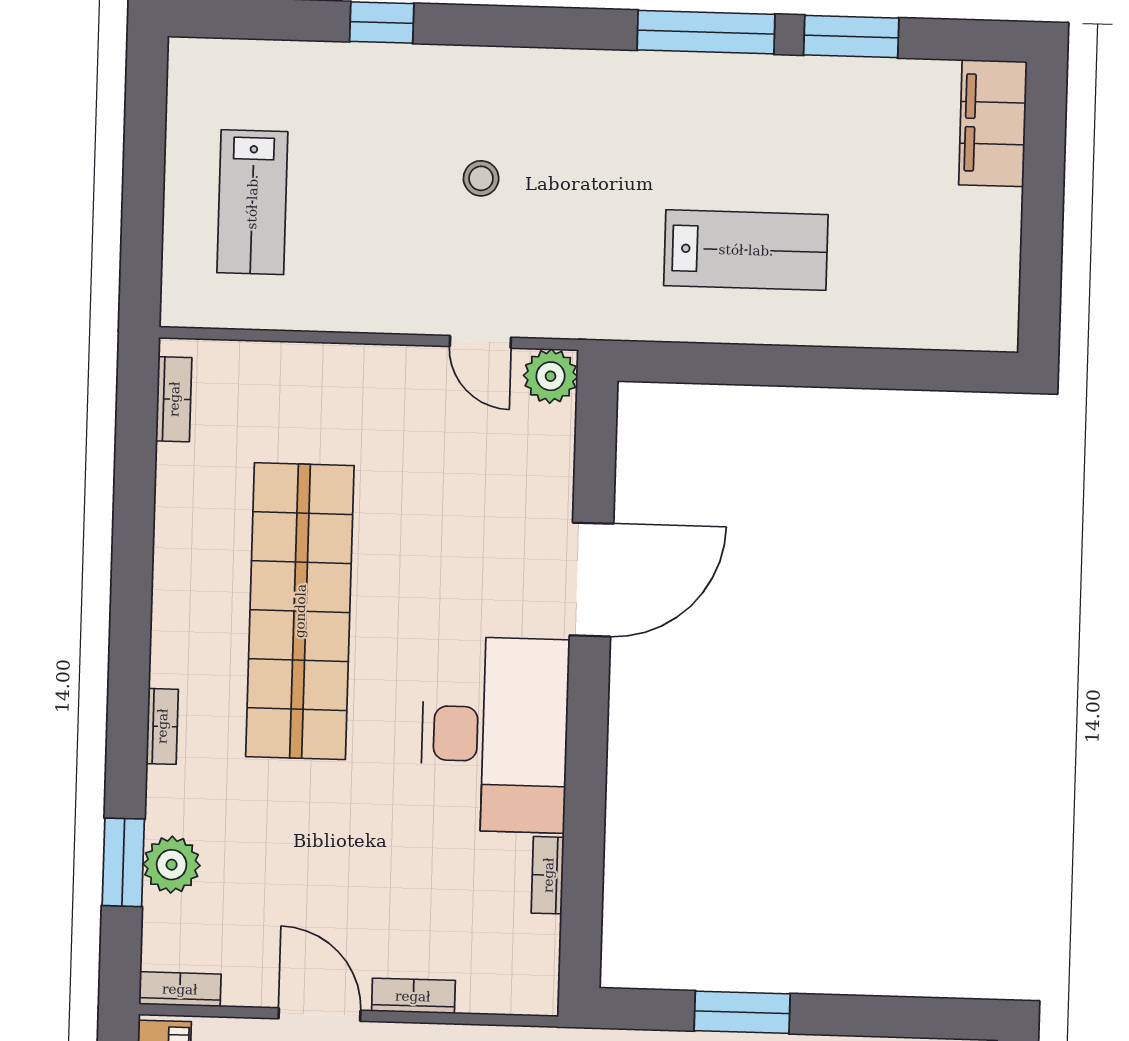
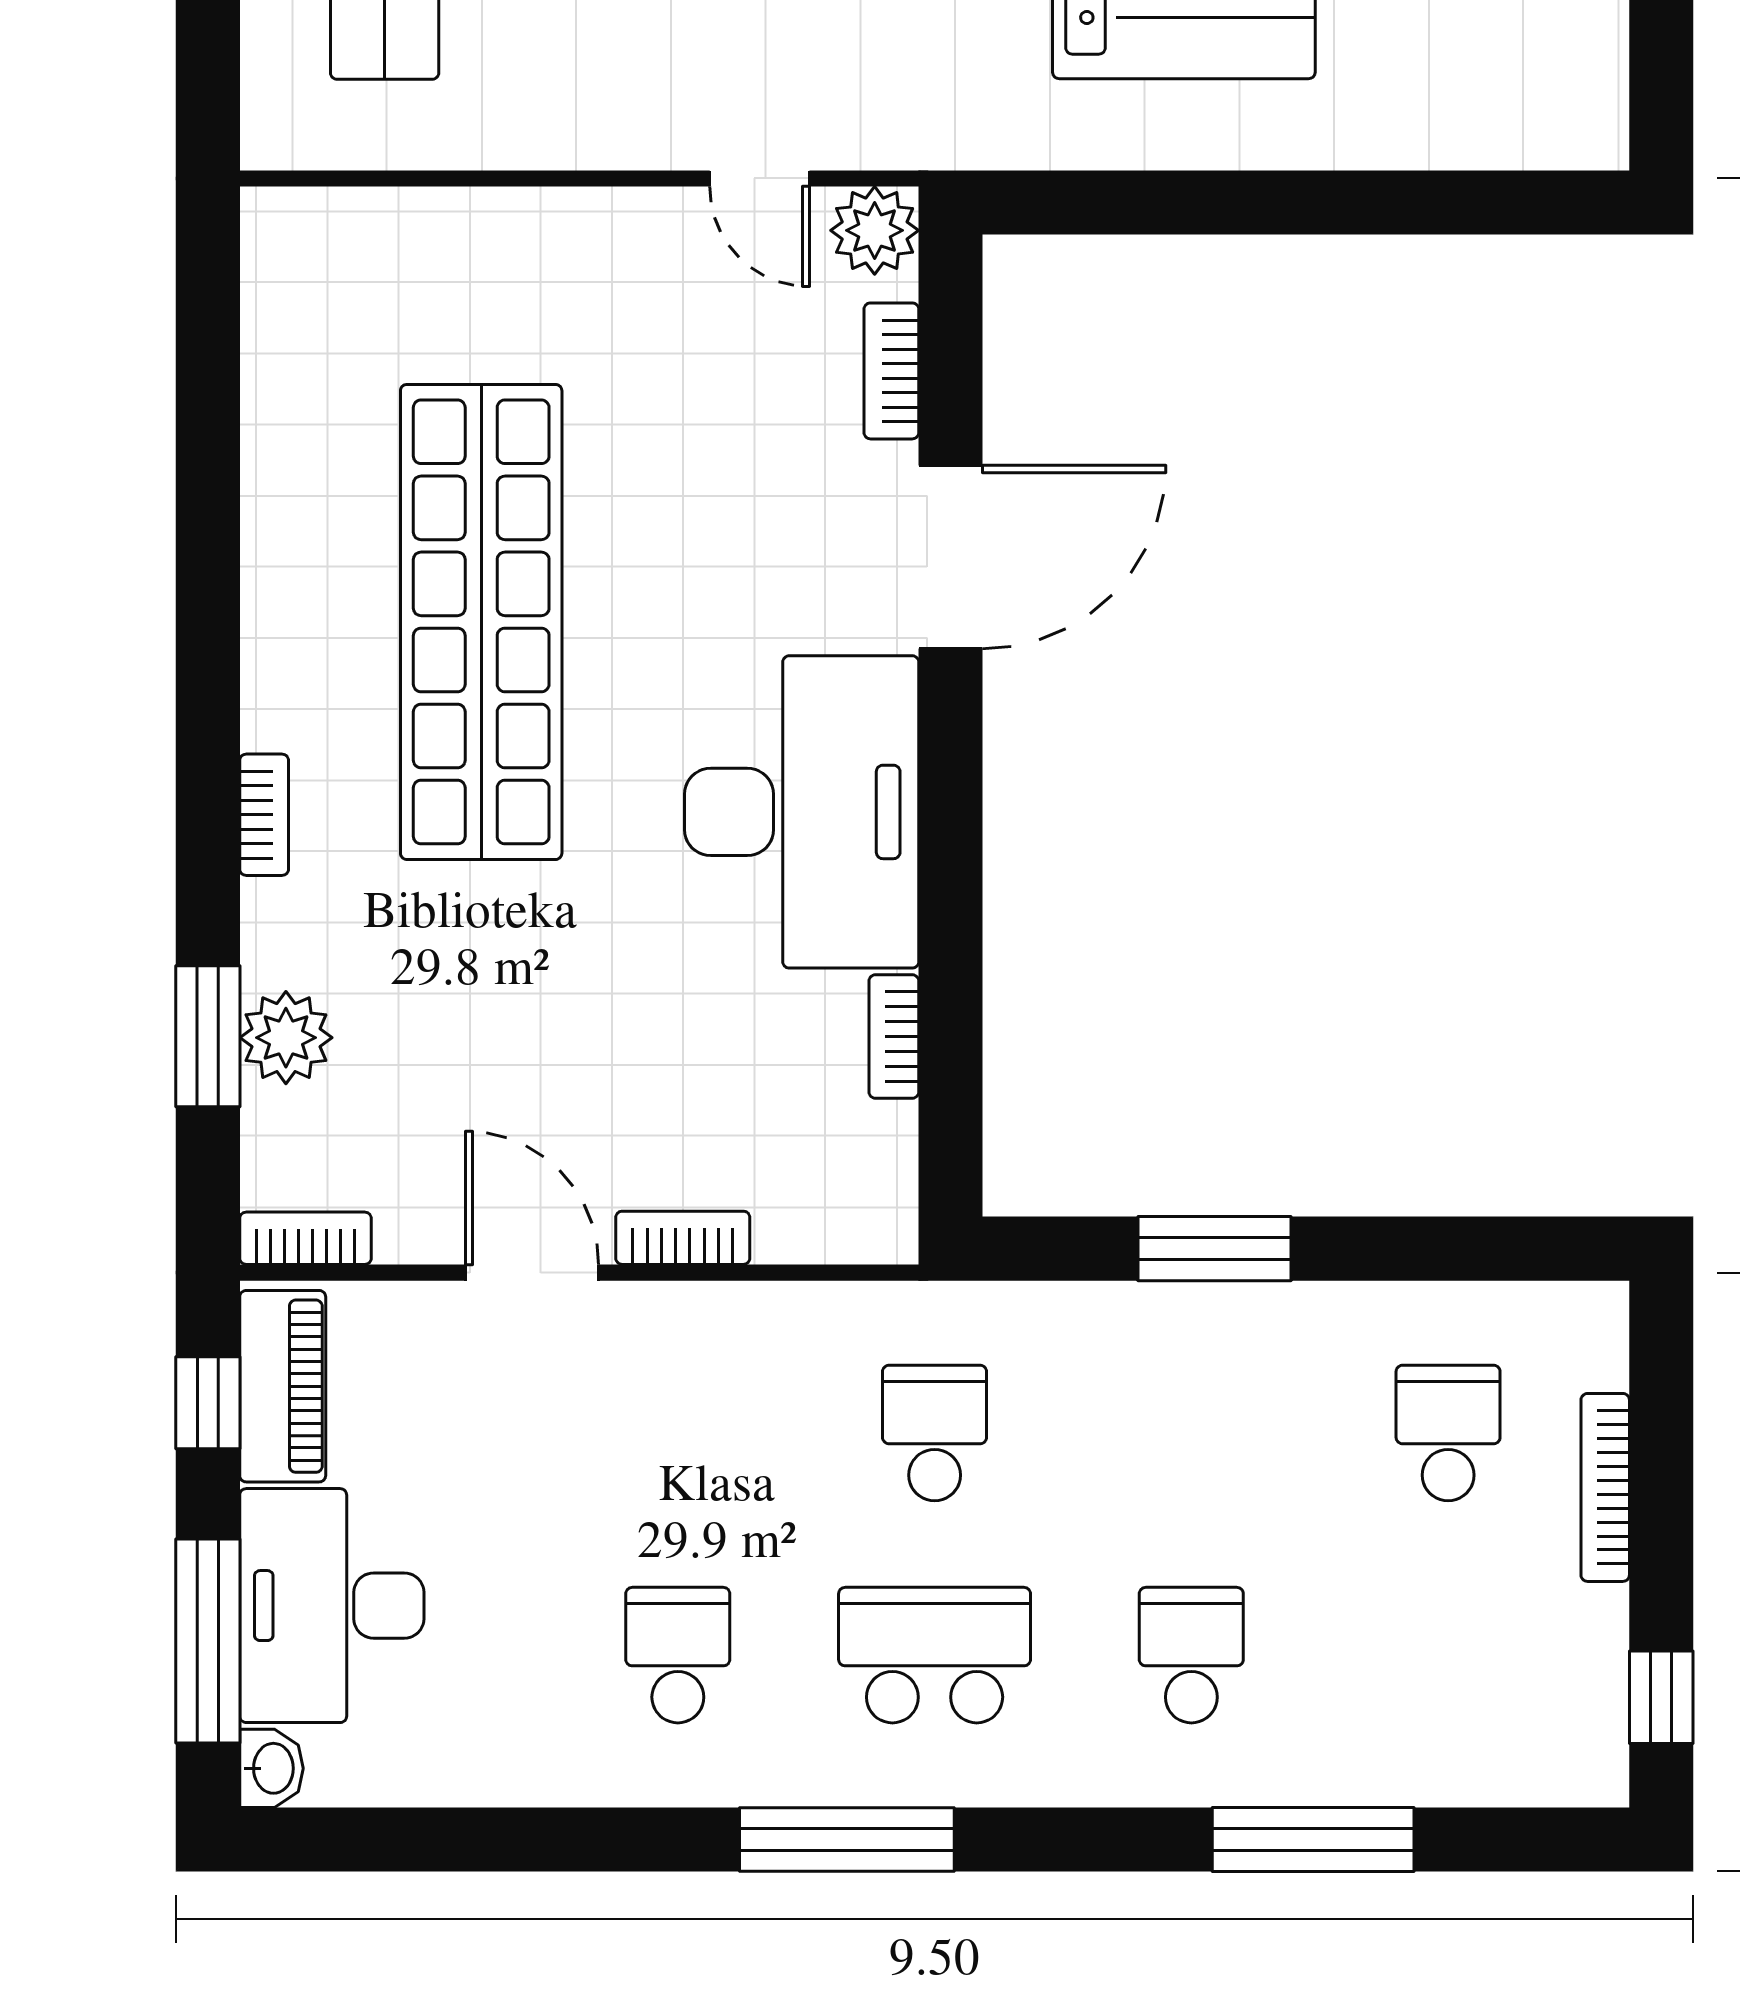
bookcase: (174, 399) -> (891, 371), moved, turned 180

